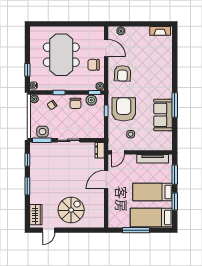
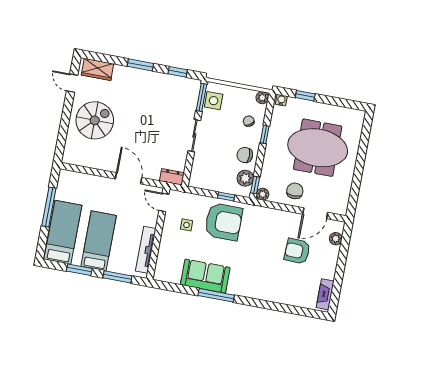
armchair: (123, 73) -> (297, 251), moved
spiral stairs: (71, 210) -> (95, 120), turned -90

